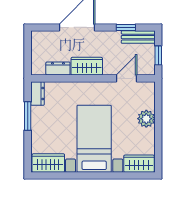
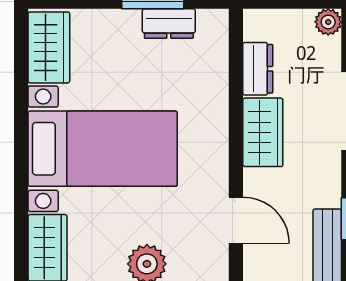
plant: (37, 37) -> (328, 22), added
dresser: (38, 94) -> (169, 24), moved

